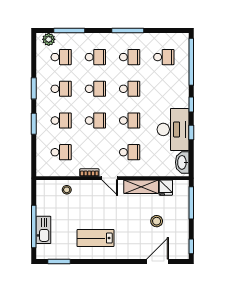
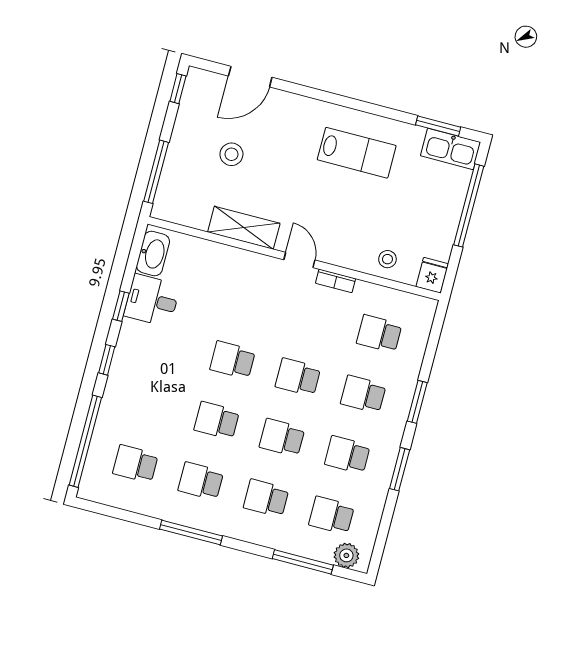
desk: (173, 129) -> (152, 300), width x0.53, depth x0.77
school desk: (130, 152) -> (248, 299), removed
fridge: (166, 188) -> (432, 275), moved
kitchen sink: (43, 230) -> (451, 149), moved, turned -90

